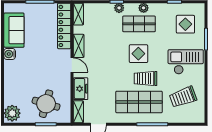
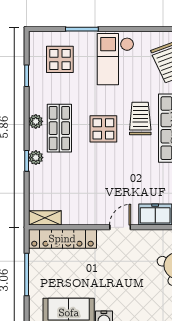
shelving: (79, 46) -> (92, 217), removed
trolley: (146, 79) -> (140, 118), turned 180

